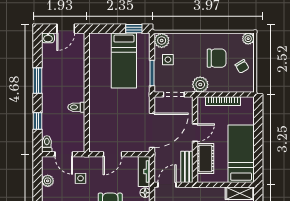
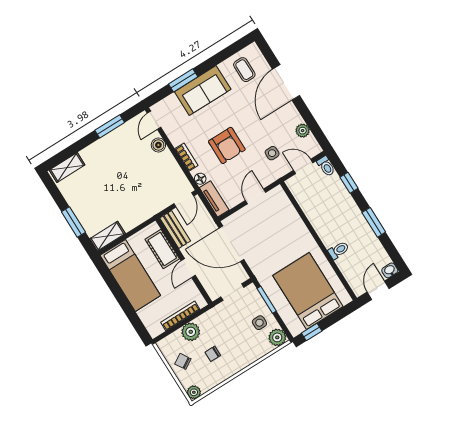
chair: (217, 58) -> (213, 354), width x0.54, depth x0.54
bed: (124, 61) -> (308, 291), width x1.50
plant: (200, 85) -> (191, 332), moved
toilet: (76, 107) -> (339, 250), moved
door: (152, 130) -> (232, 244), hinge flipped

